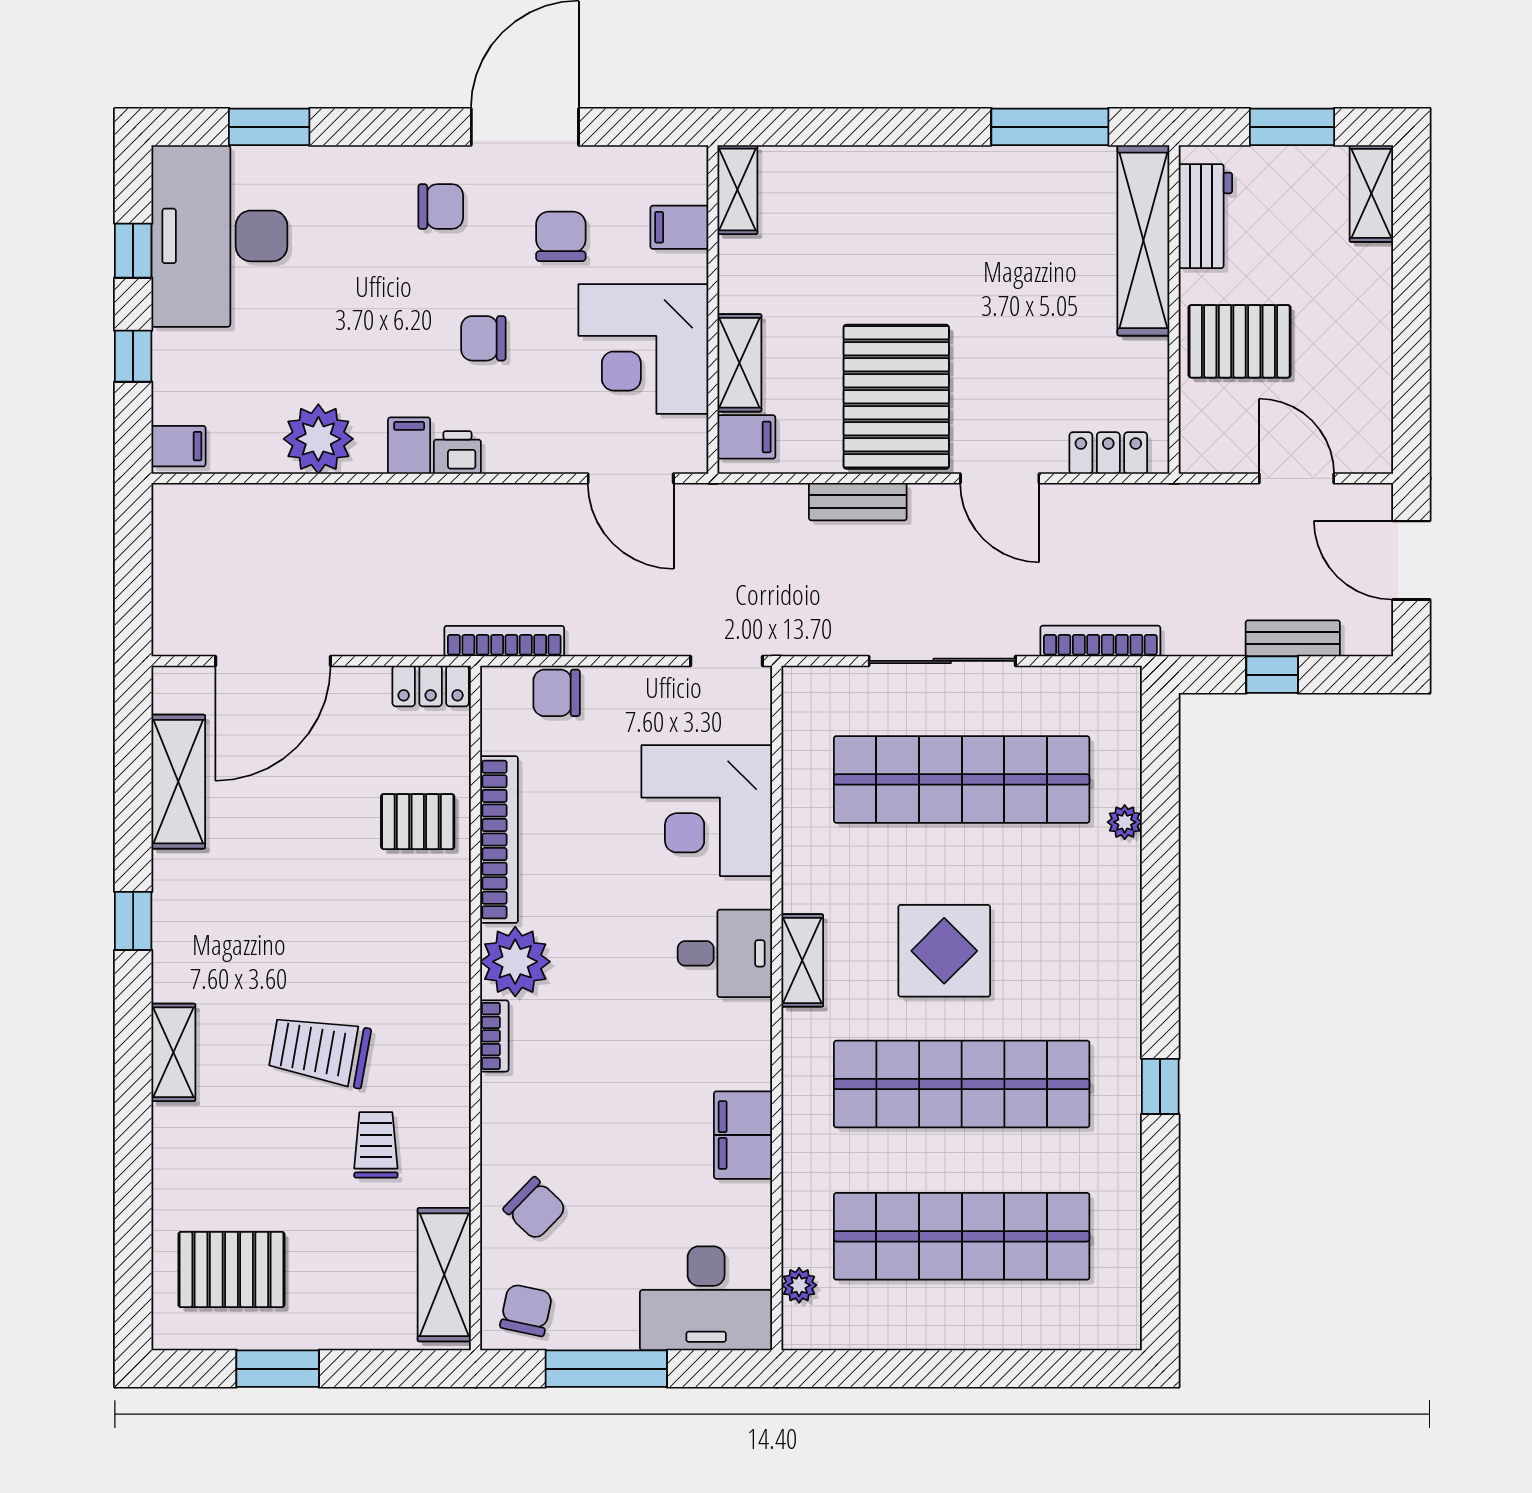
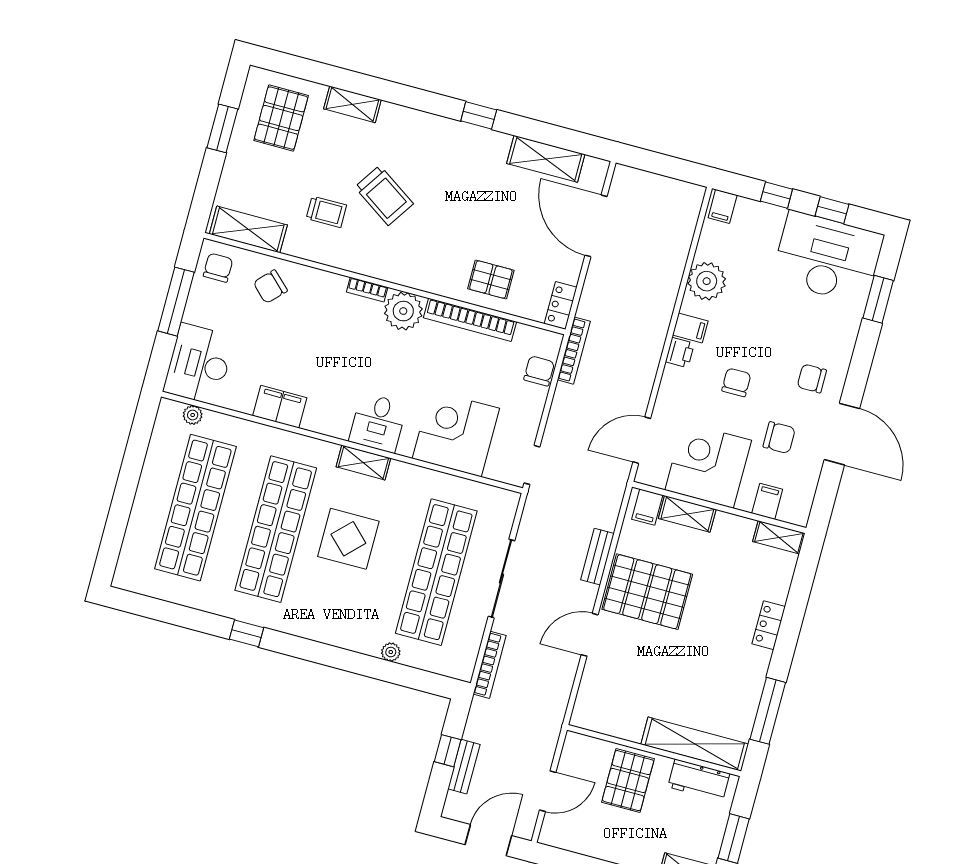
chair: (441, 206) -> (812, 378), turned 90
locker: (1108, 453) -> (769, 625), moved, turned 180
pallet: (418, 822) -> (491, 279), turned 90
trolley: (320, 1051) -> (384, 195), turned 114
shelving: (173, 1052) -> (352, 104), moved
chair: (526, 1310) -> (218, 268), turned -102

